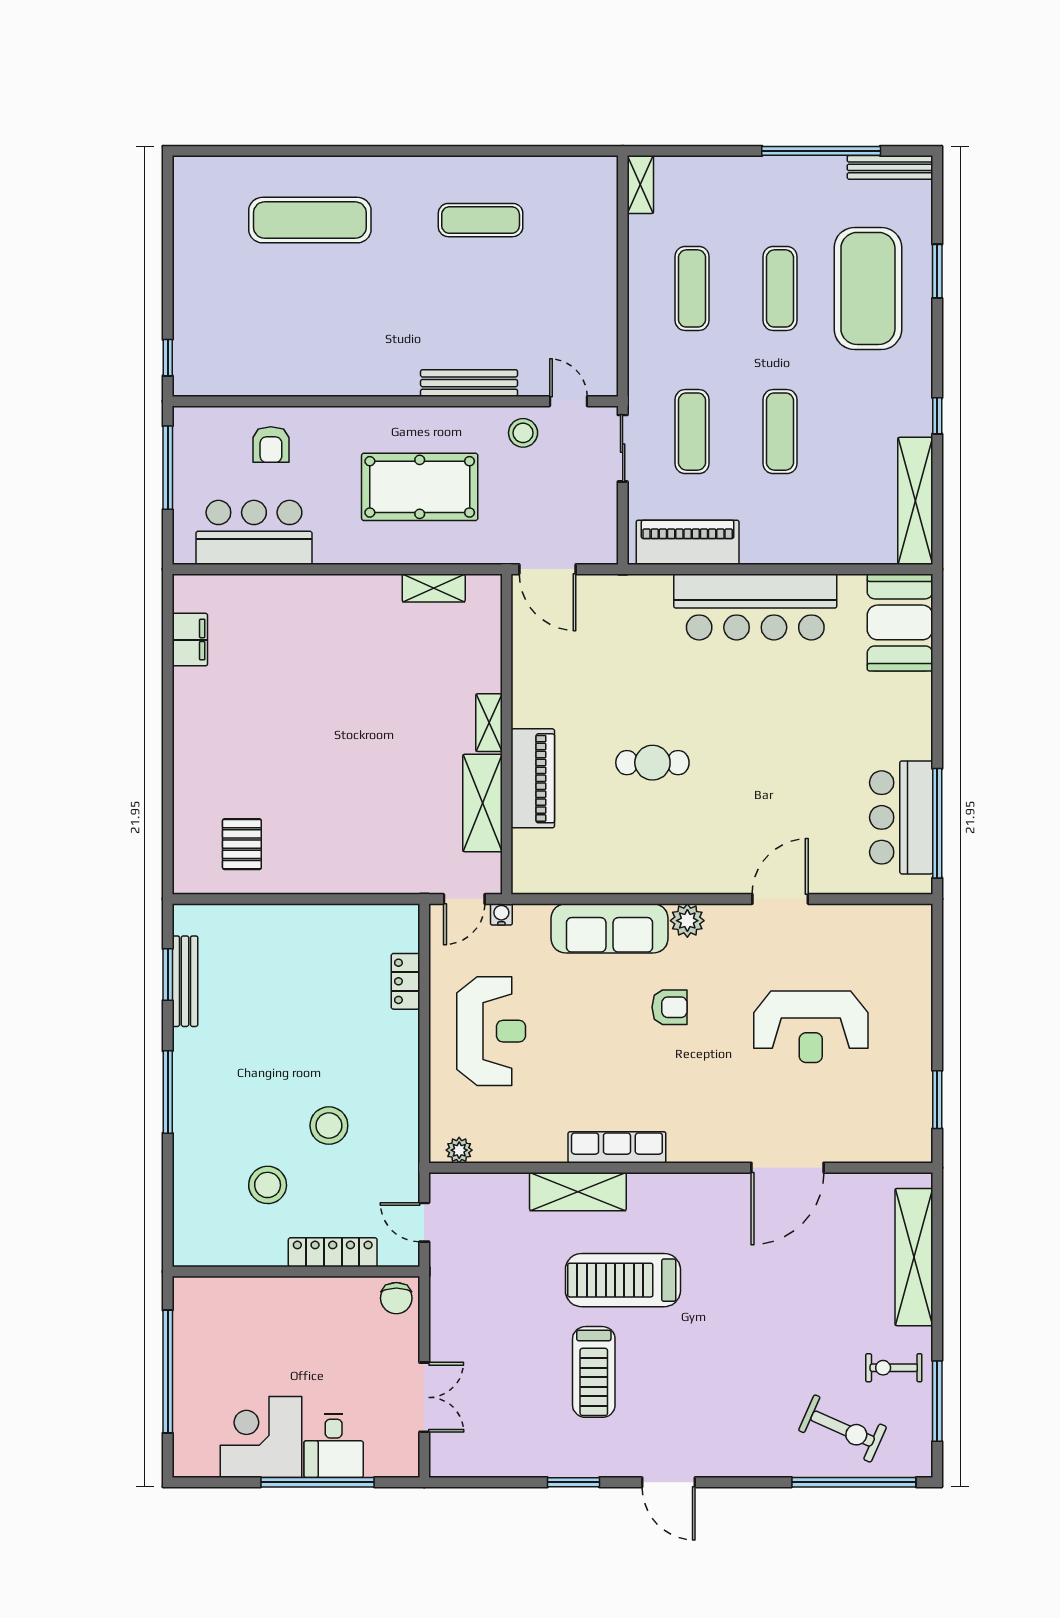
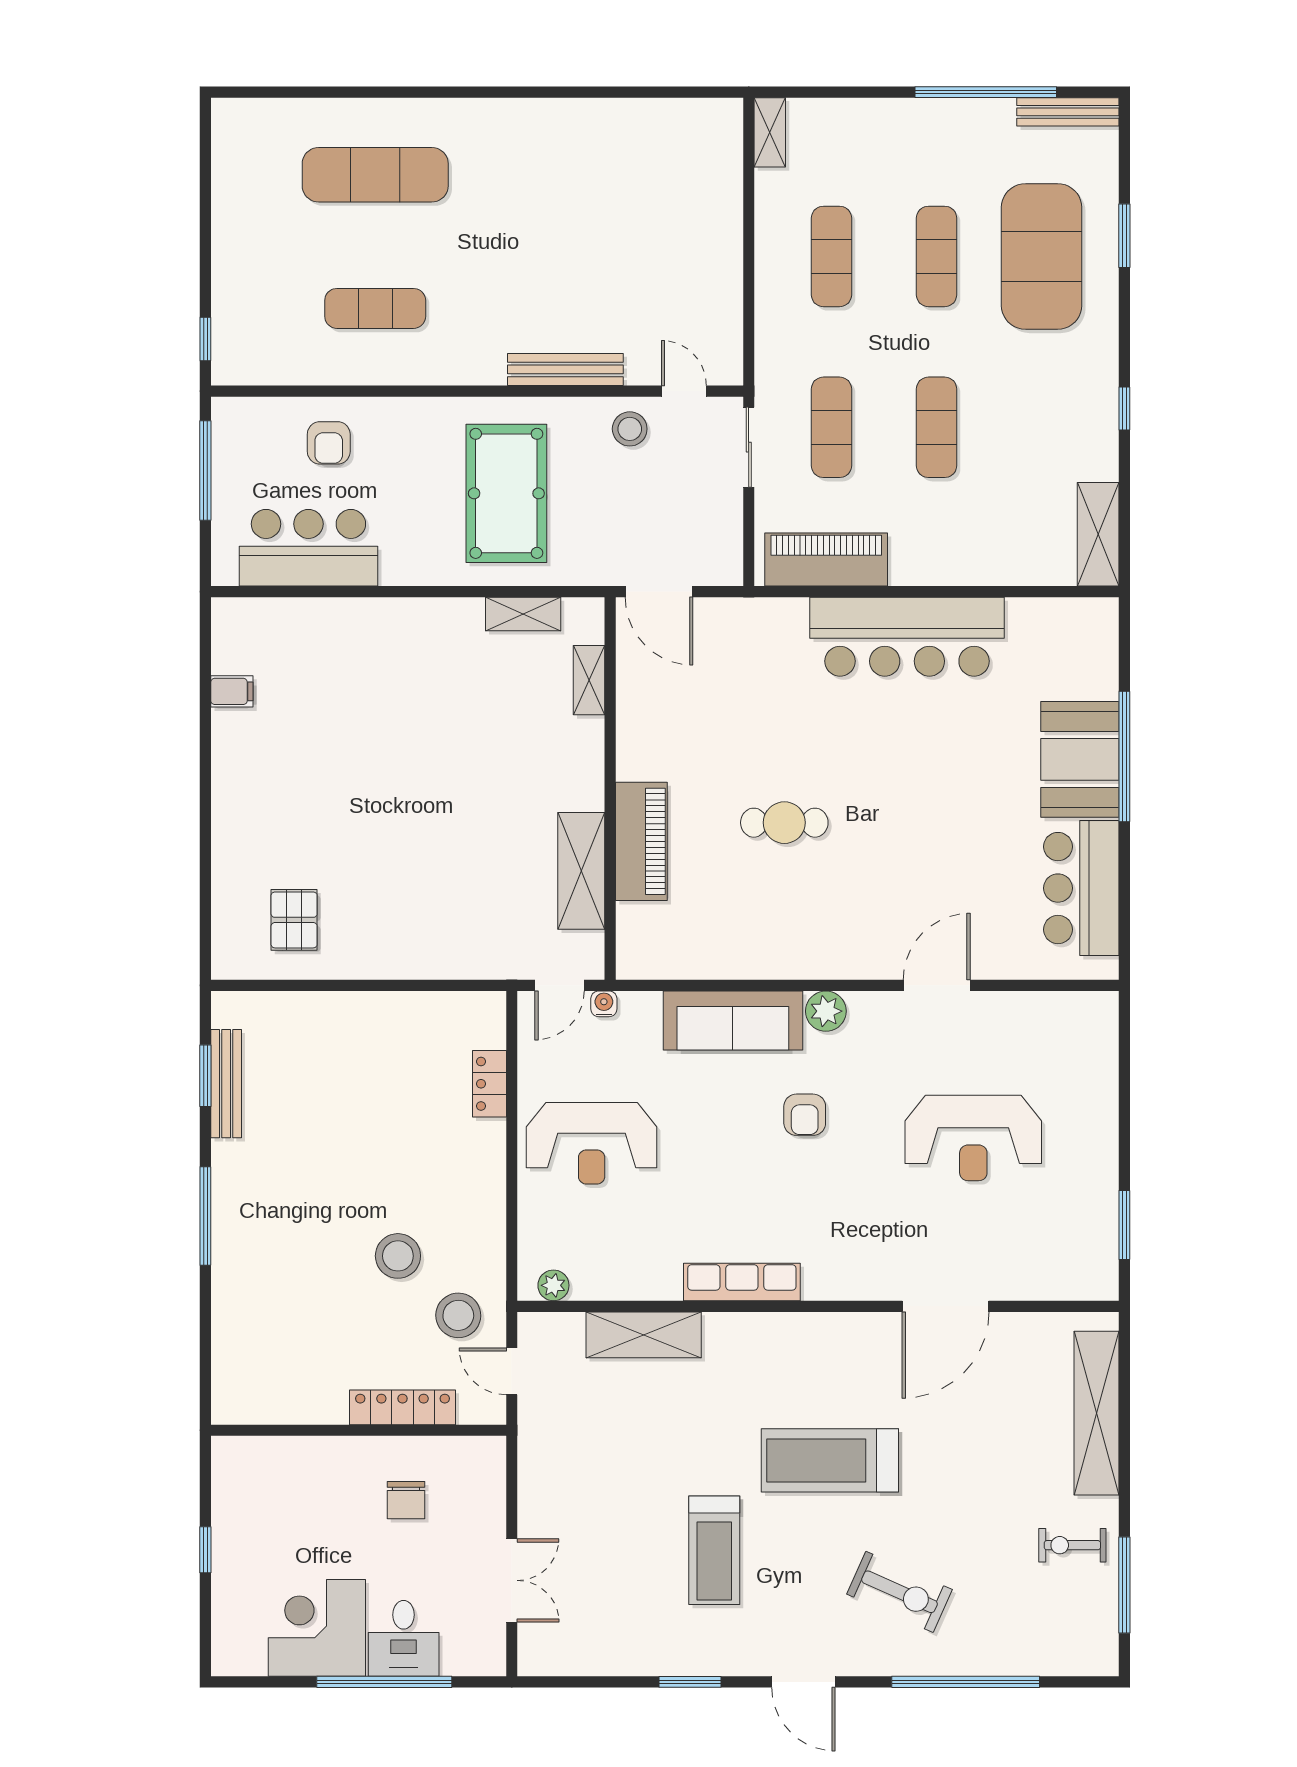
exercise mat: (481, 220) -> (375, 308), moved
pool table: (420, 487) -> (506, 493), turned 90
shelving: (915, 501) -> (1098, 534), width x0.68
booth: (900, 622) -> (1080, 759), moved
filing cabinet: (190, 640) -> (232, 691), width x0.50
shelving: (489, 723) -> (589, 680), moved
window: (937, 823) -> (1124, 757), moved
armchair: (670, 1007) -> (805, 1115), turned 90
reception desk: (491, 1031) -> (592, 1143), turned 90
stool: (268, 1185) -> (458, 1315), moved
shelving: (578, 1192) -> (644, 1335), moved
treadmill: (623, 1280) -> (830, 1460), moved
chair: (396, 1298) -> (406, 1500), moved
window: (168, 1372) -> (205, 1550), width x0.32
exercise bike: (843, 1429) -> (899, 1592), moved
window: (854, 1482) -> (966, 1682), moved

